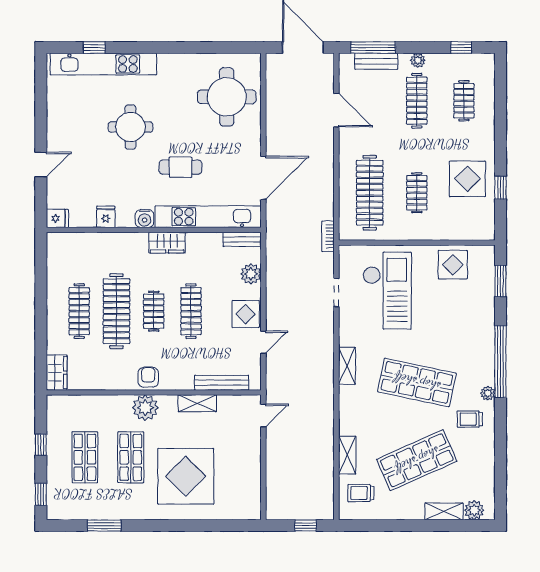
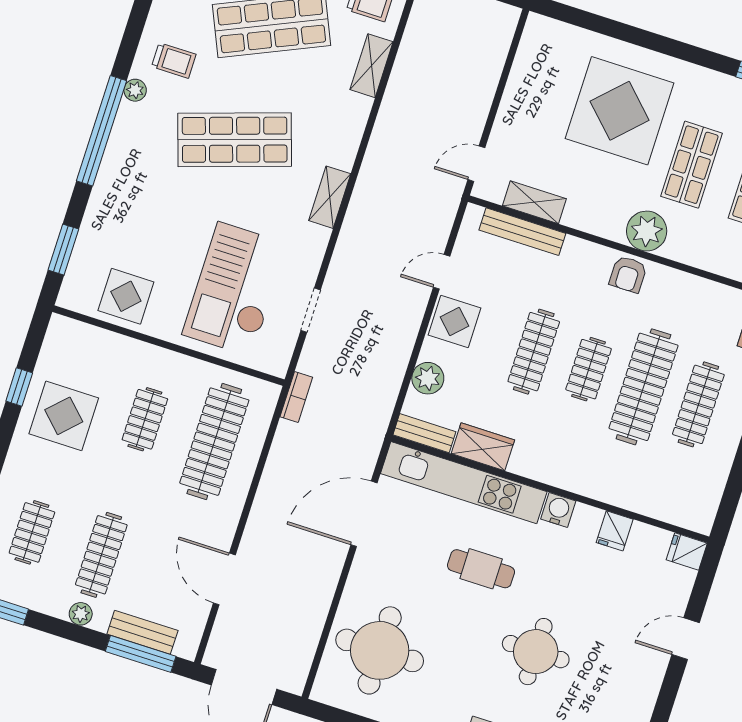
wardrobe: (167, 243) -> (483, 447), moved
shop shelf: (417, 382) -> (235, 140), turned -30
shelving: (197, 403) -> (534, 202), moved

